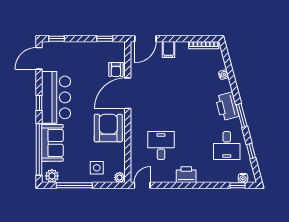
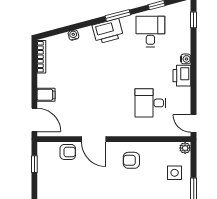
door: (128, 93) -> (94, 139), width x0.73
armchair: (108, 128) -> (131, 160), width x0.53, depth x0.53
desk: (227, 146) -> (150, 32), turned -90
water cooler: (243, 178) -> (186, 59), moved

